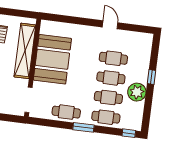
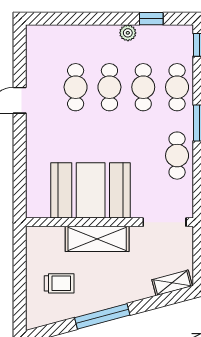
shelving: (25, 51) -> (97, 239), width x0.68
window: (152, 77) -> (151, 19), moved
plant: (137, 92) -> (128, 33), width x0.53, depth x0.53

